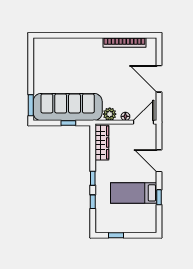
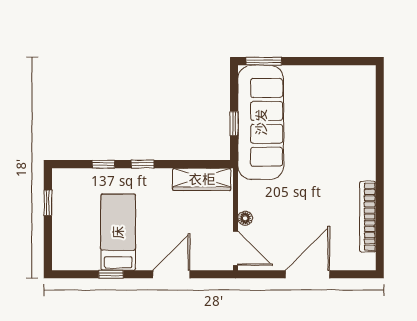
plant: (110, 114) -> (249, 192), removed

